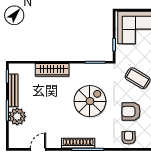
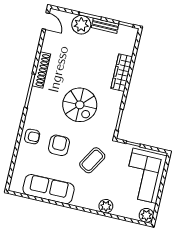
bench: (13, 90) -> (105, 26), width x0.73
shoe rack: (78, 143) -> (41, 70), moved
door: (38, 149) -> (46, 21), moved

